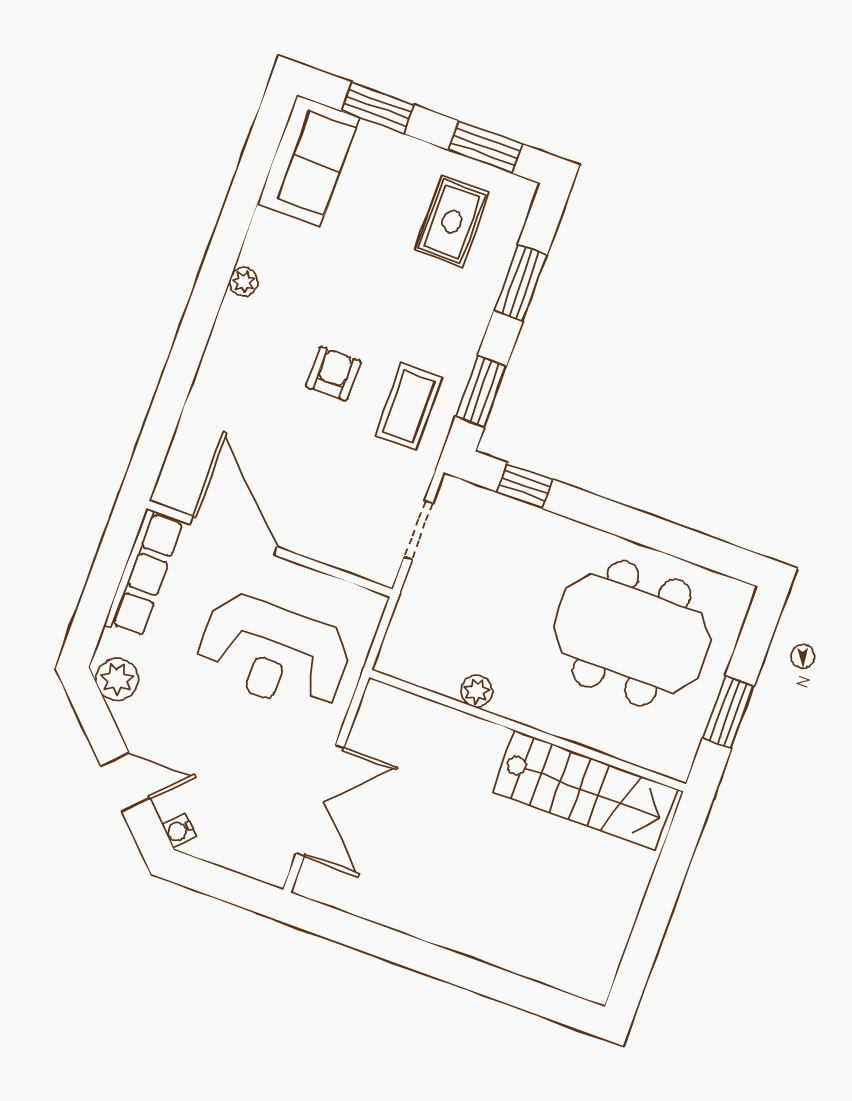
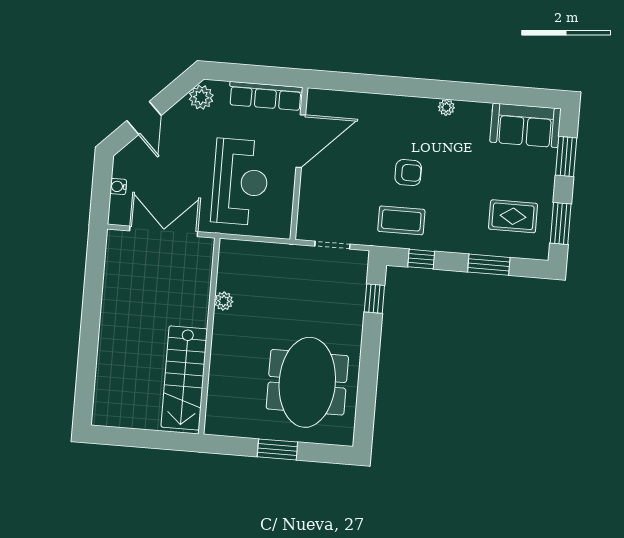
window: (481, 391) -> (421, 259), width x0.67
reception desk: (273, 653) -> (240, 182), turned 180
plant: (477, 691) -> (224, 301), moved
wall: (527, 731) -> (209, 336), moved
stairs: (585, 790) -> (184, 378), moved
double door: (320, 801) -> (164, 231), swing flipped
water cooler: (179, 831) -> (118, 186), moved, turned -45

